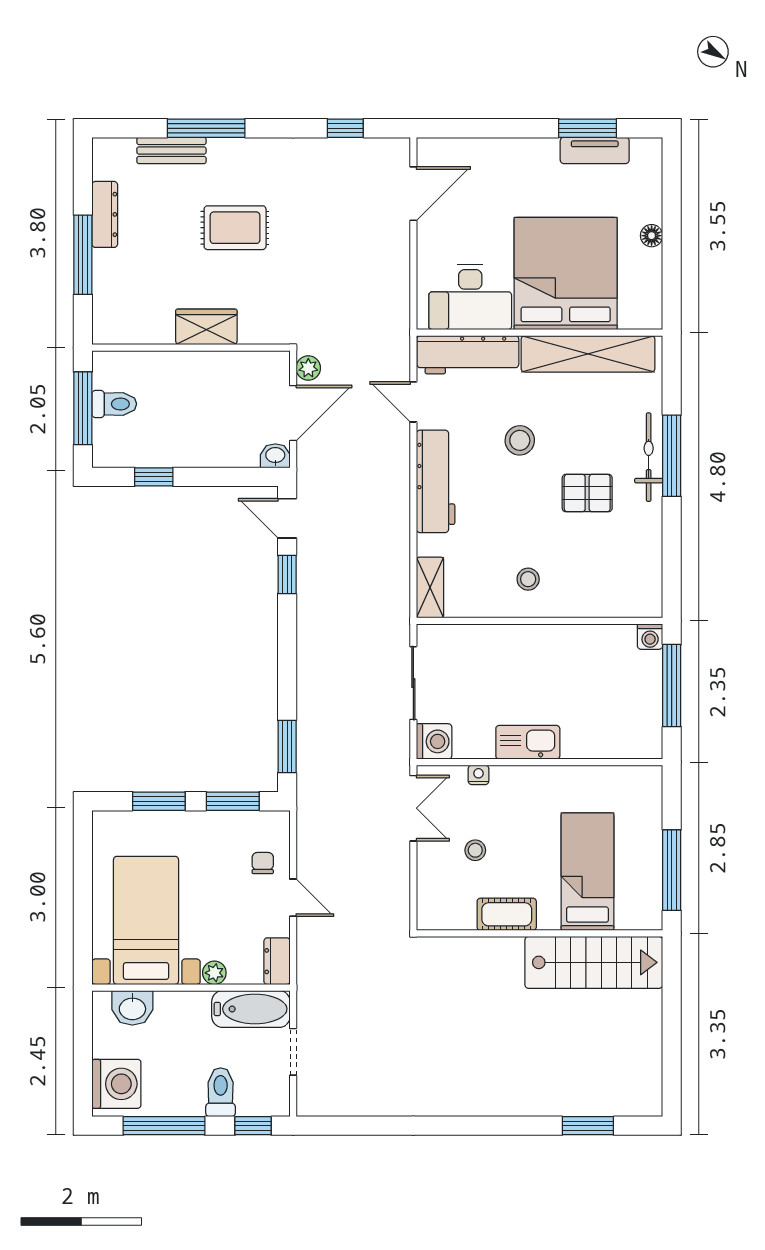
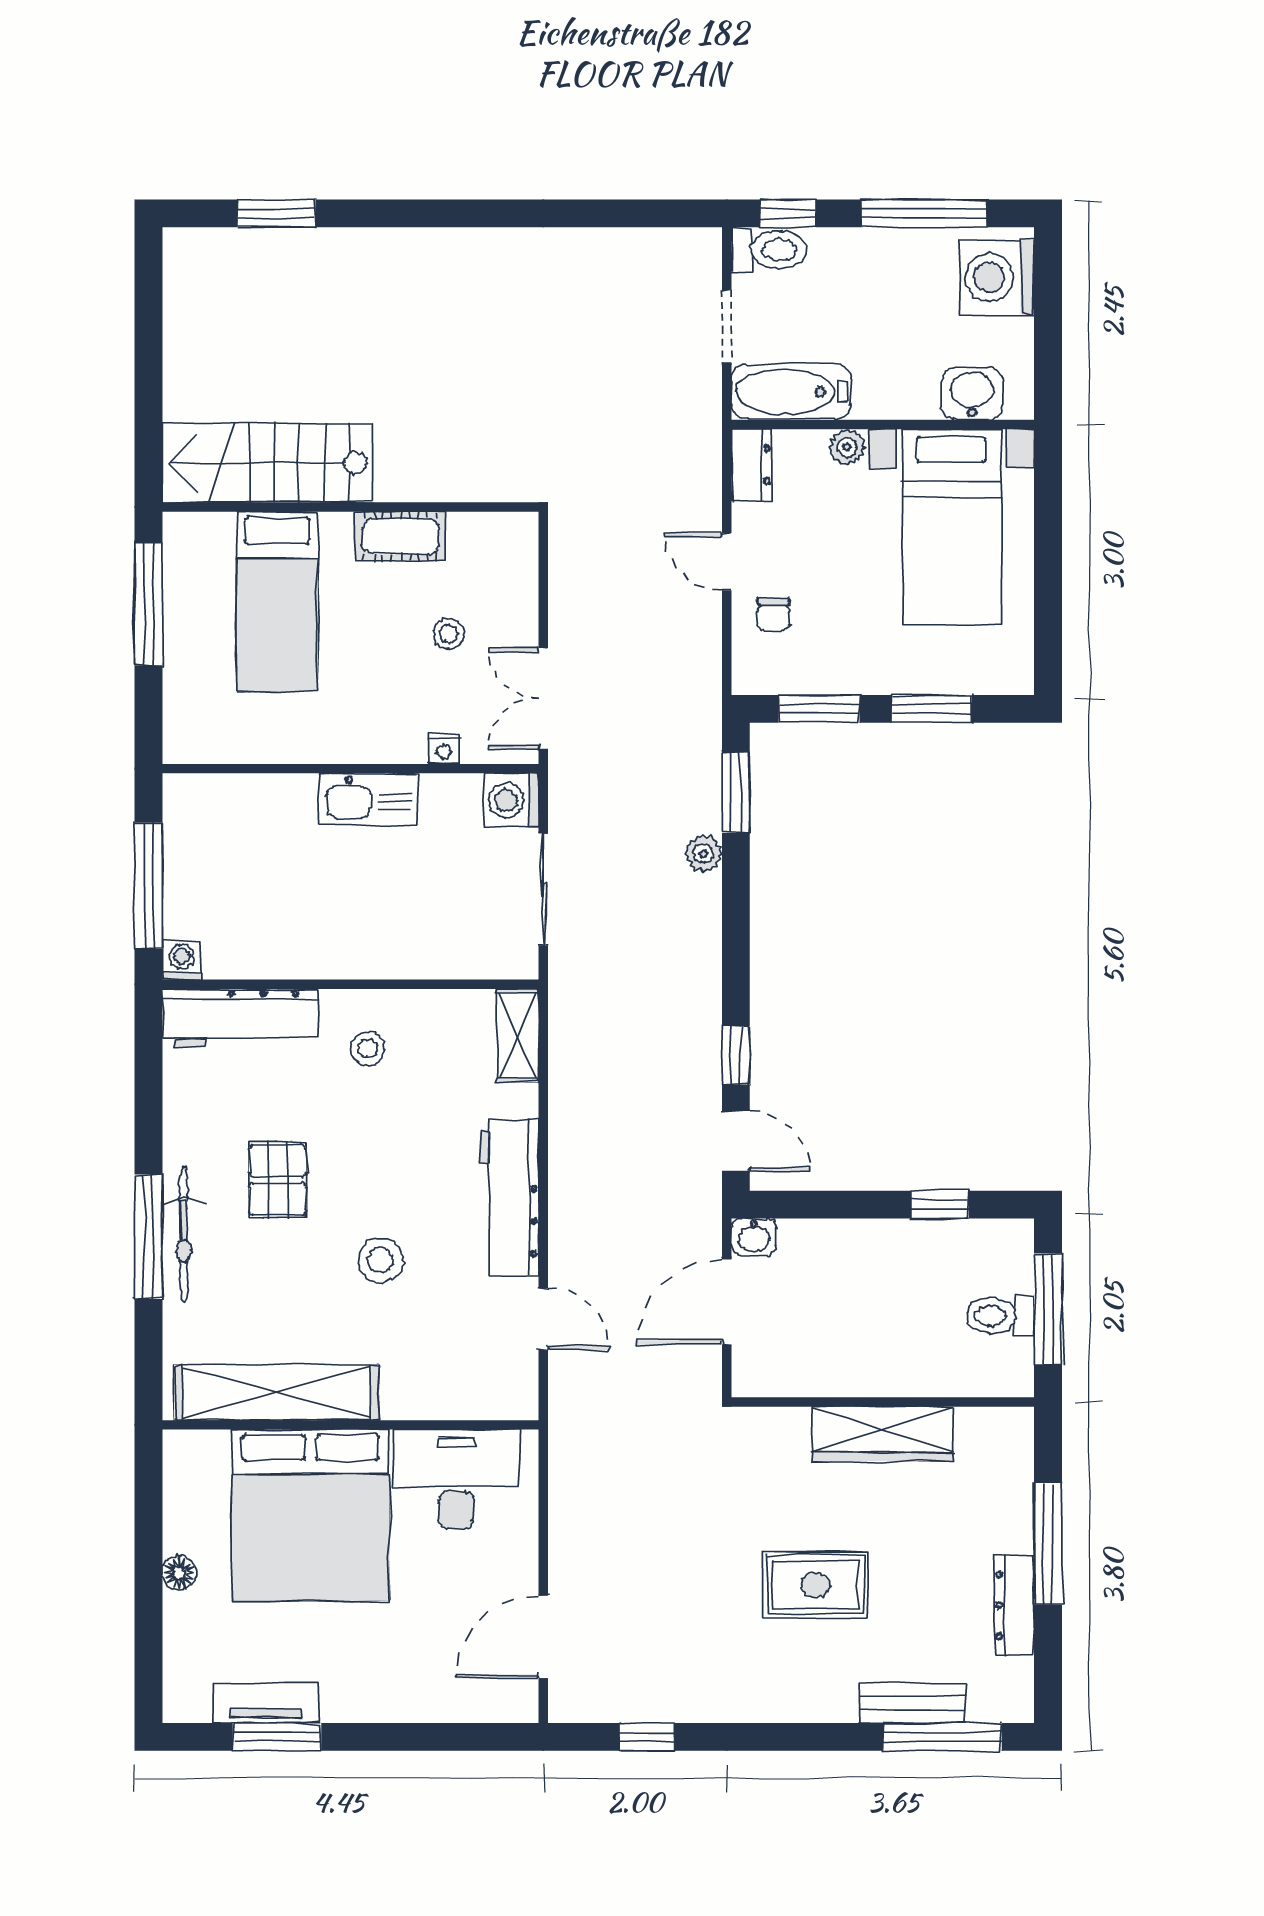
window: (206, 128) -> (942, 1737), moved
wardrobe: (206, 327) -> (883, 1434), width x1.50
workbench: (468, 355) -> (240, 1018), moved, turned 180
plant: (308, 368) -> (704, 854), moved
pallet: (587, 493) -> (278, 1180), turned 90
toilet: (221, 1092) -> (769, 250), moved, turned -90

